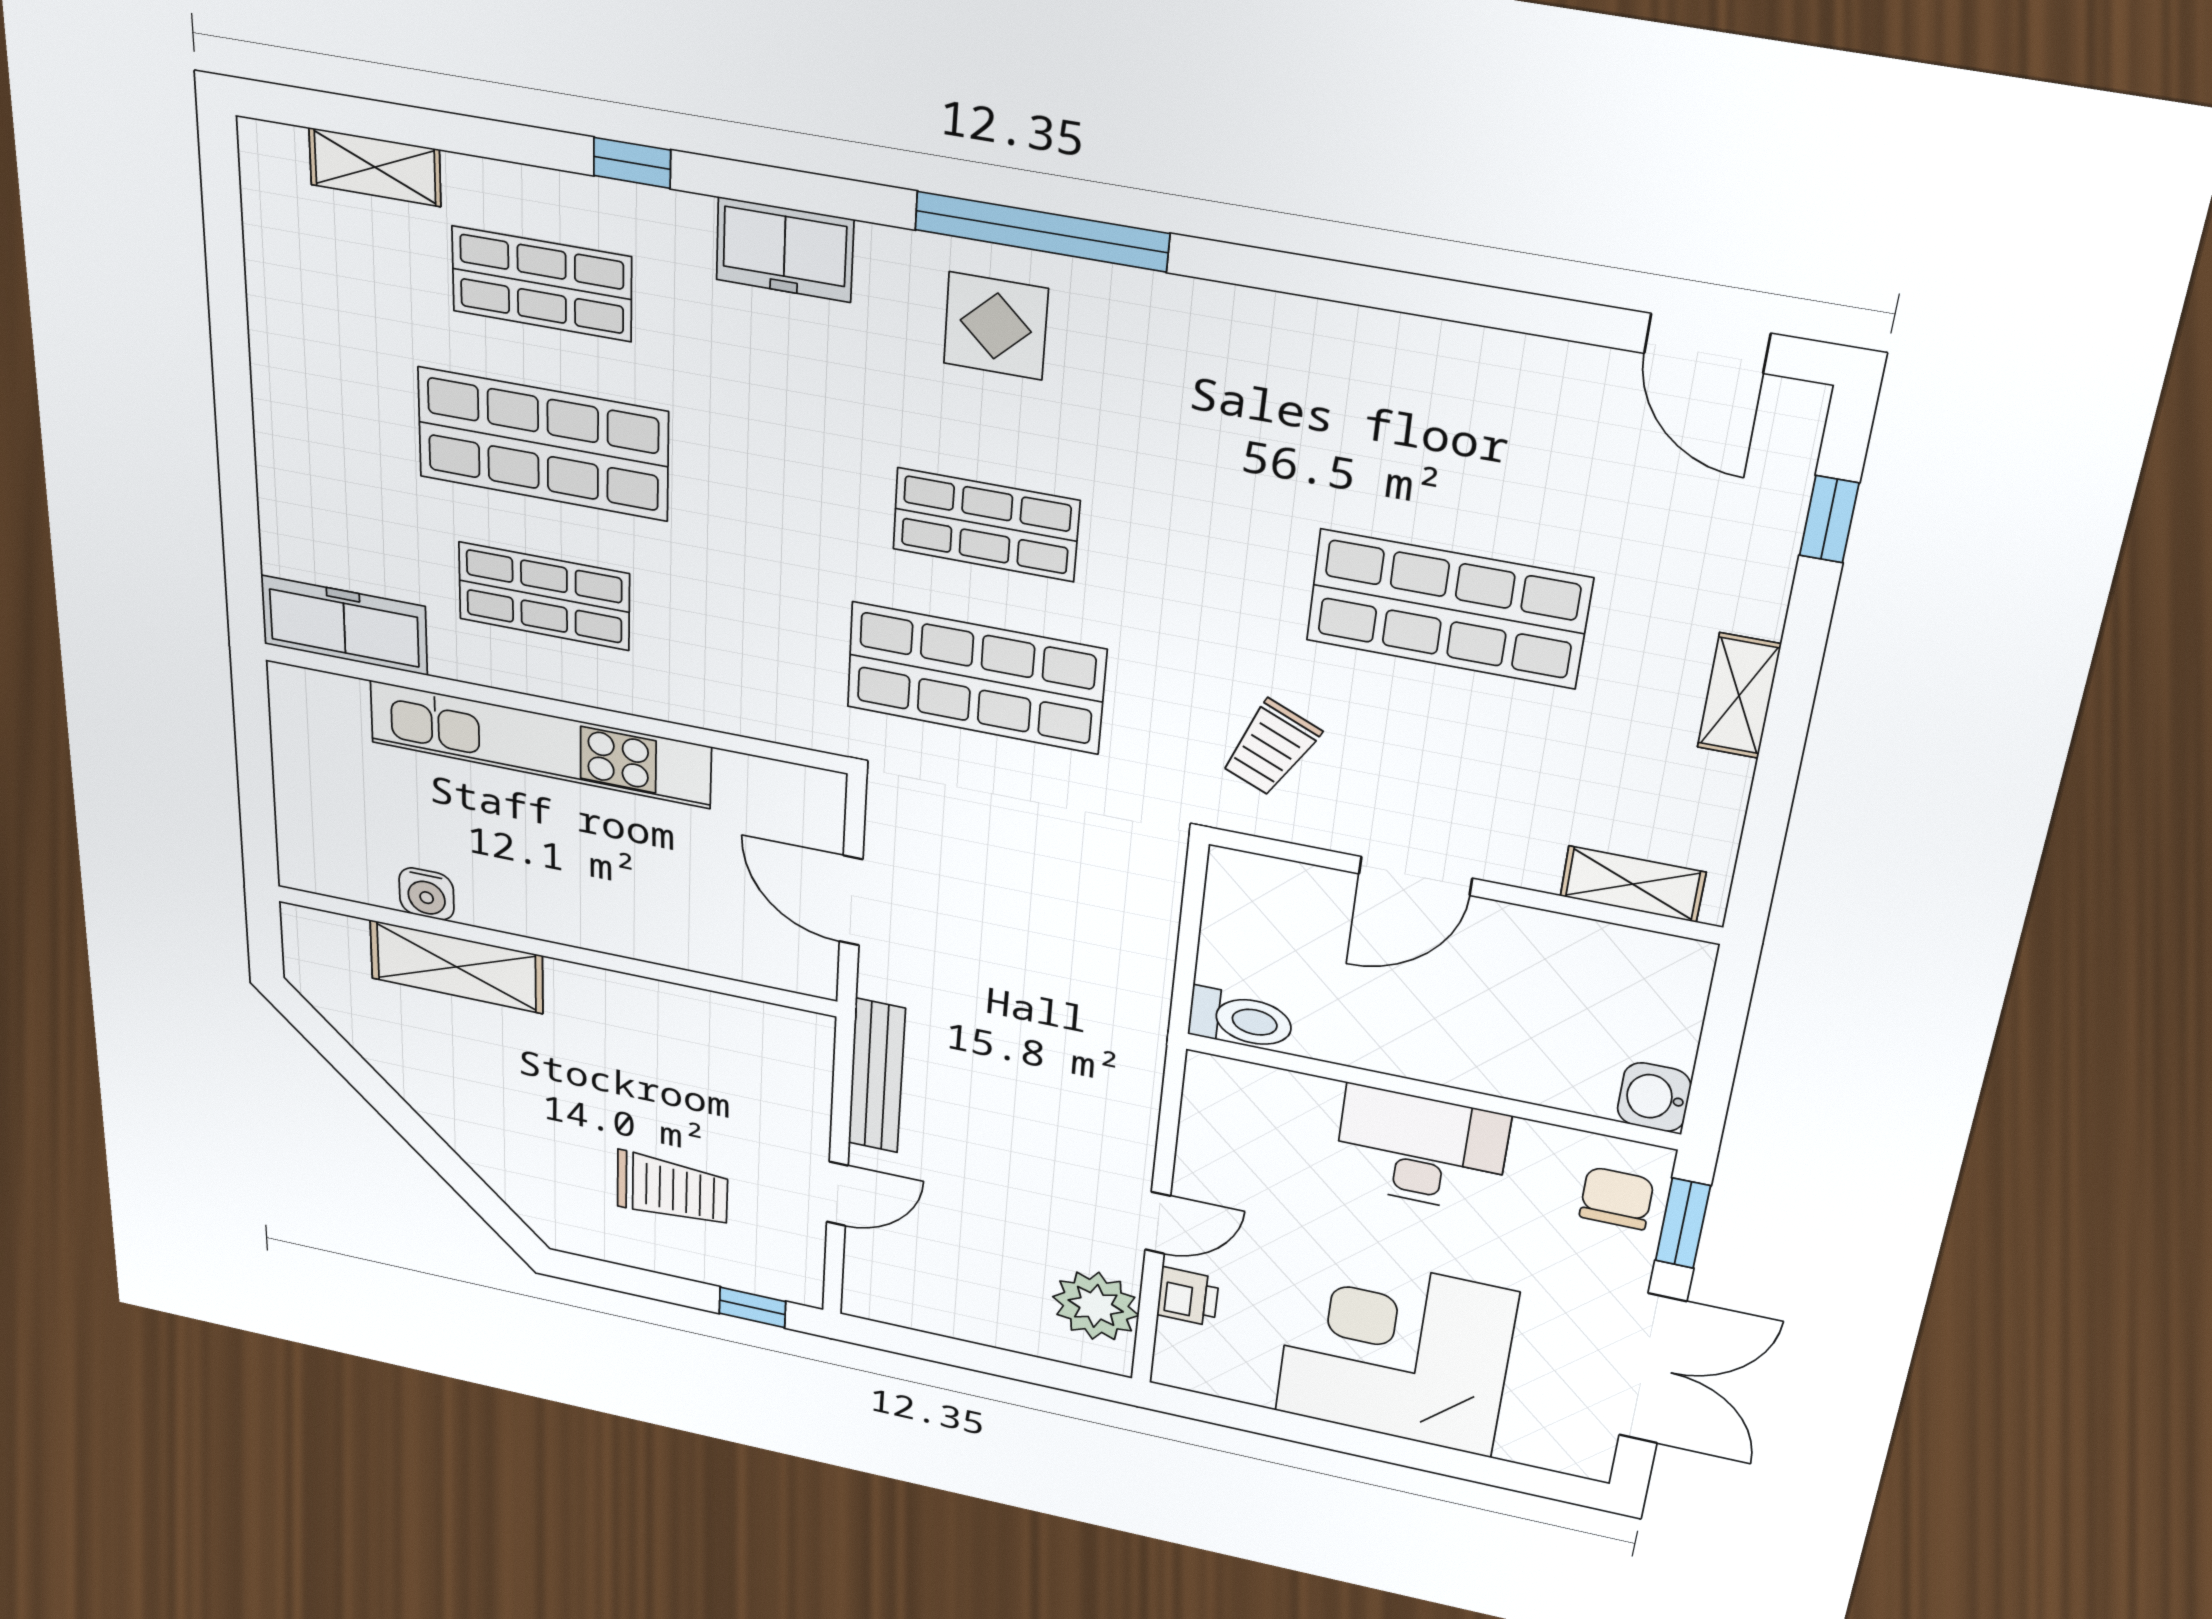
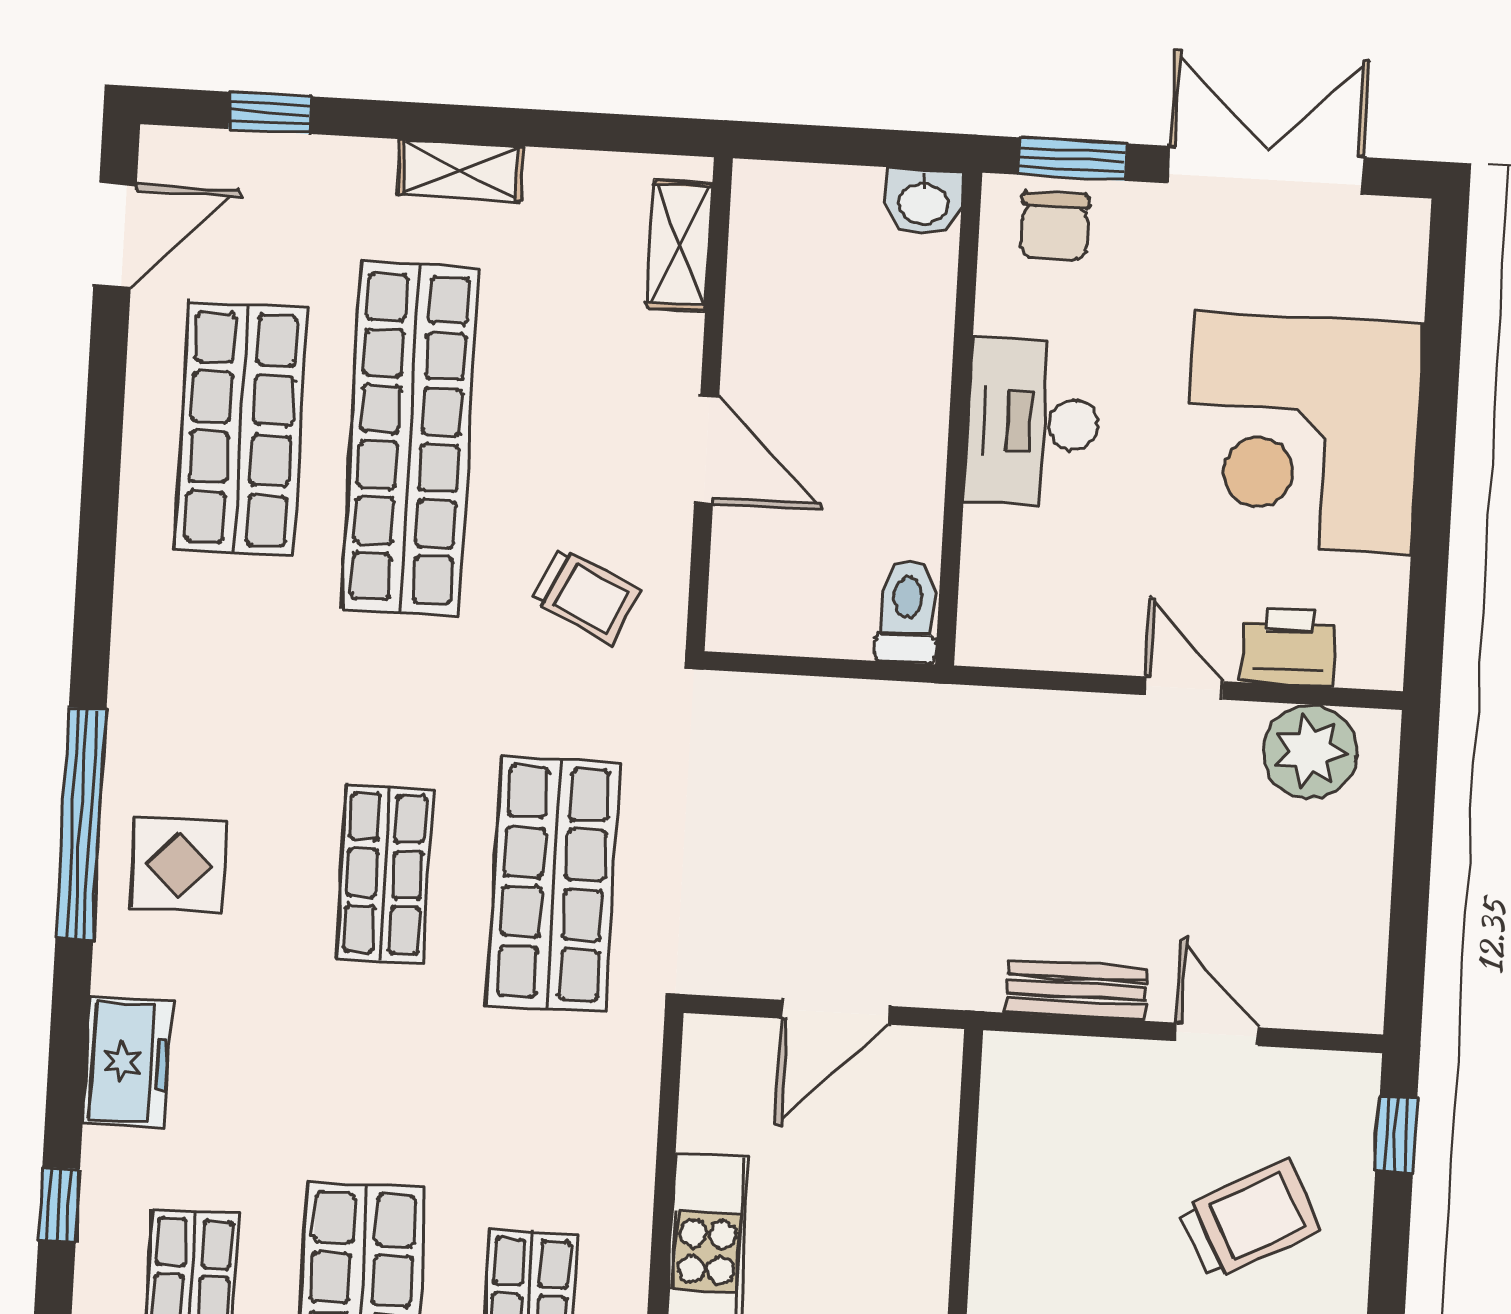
shop shelf: (1472, 446) -> (241, 429), added
shop shelf: (1448, 609) -> (410, 438), width x1.40
bench: (877, 1076) -> (1077, 990), width x0.73
trolley: (672, 1189) -> (1249, 1219), turned 62
chair: (1617, 1198) -> (1054, 226), turned -90
printer: (1188, 1297) -> (1288, 647), width x1.36, depth x1.24

